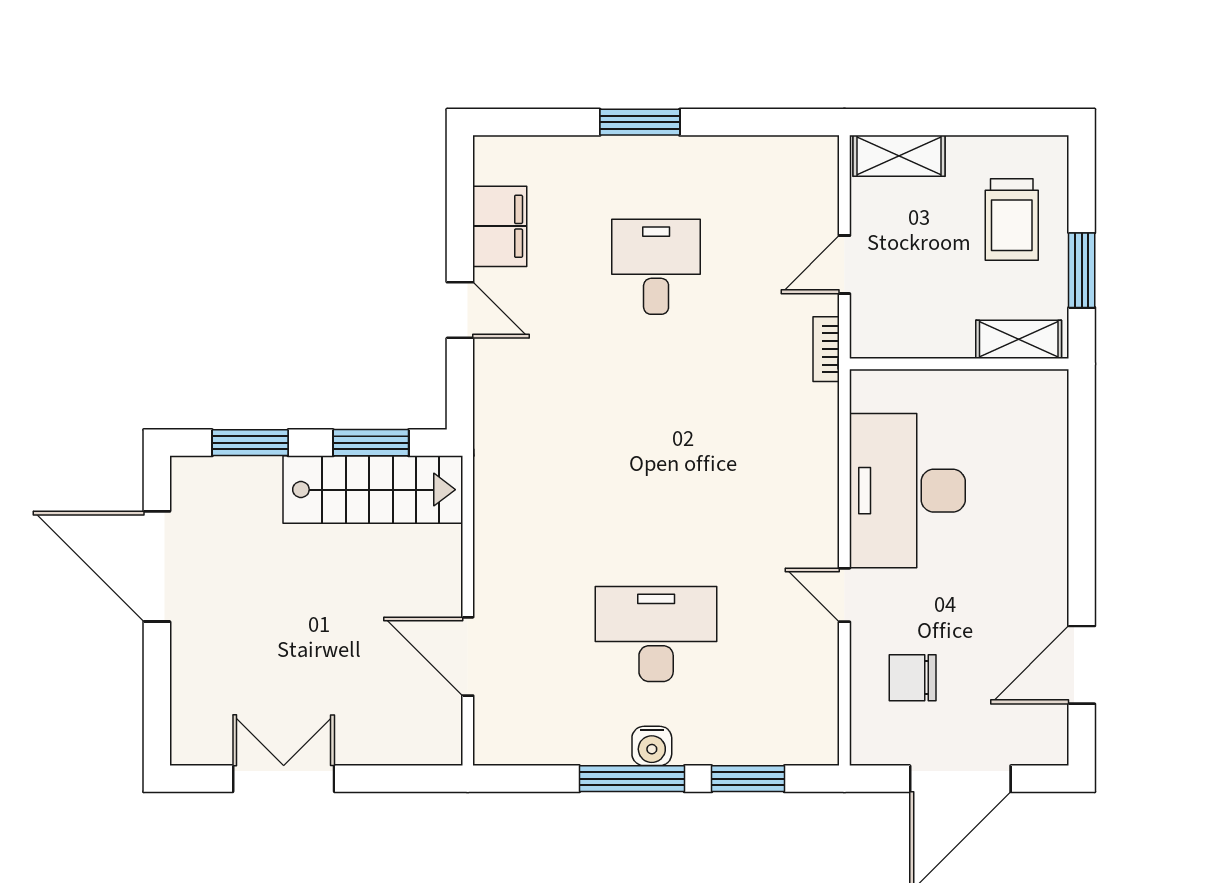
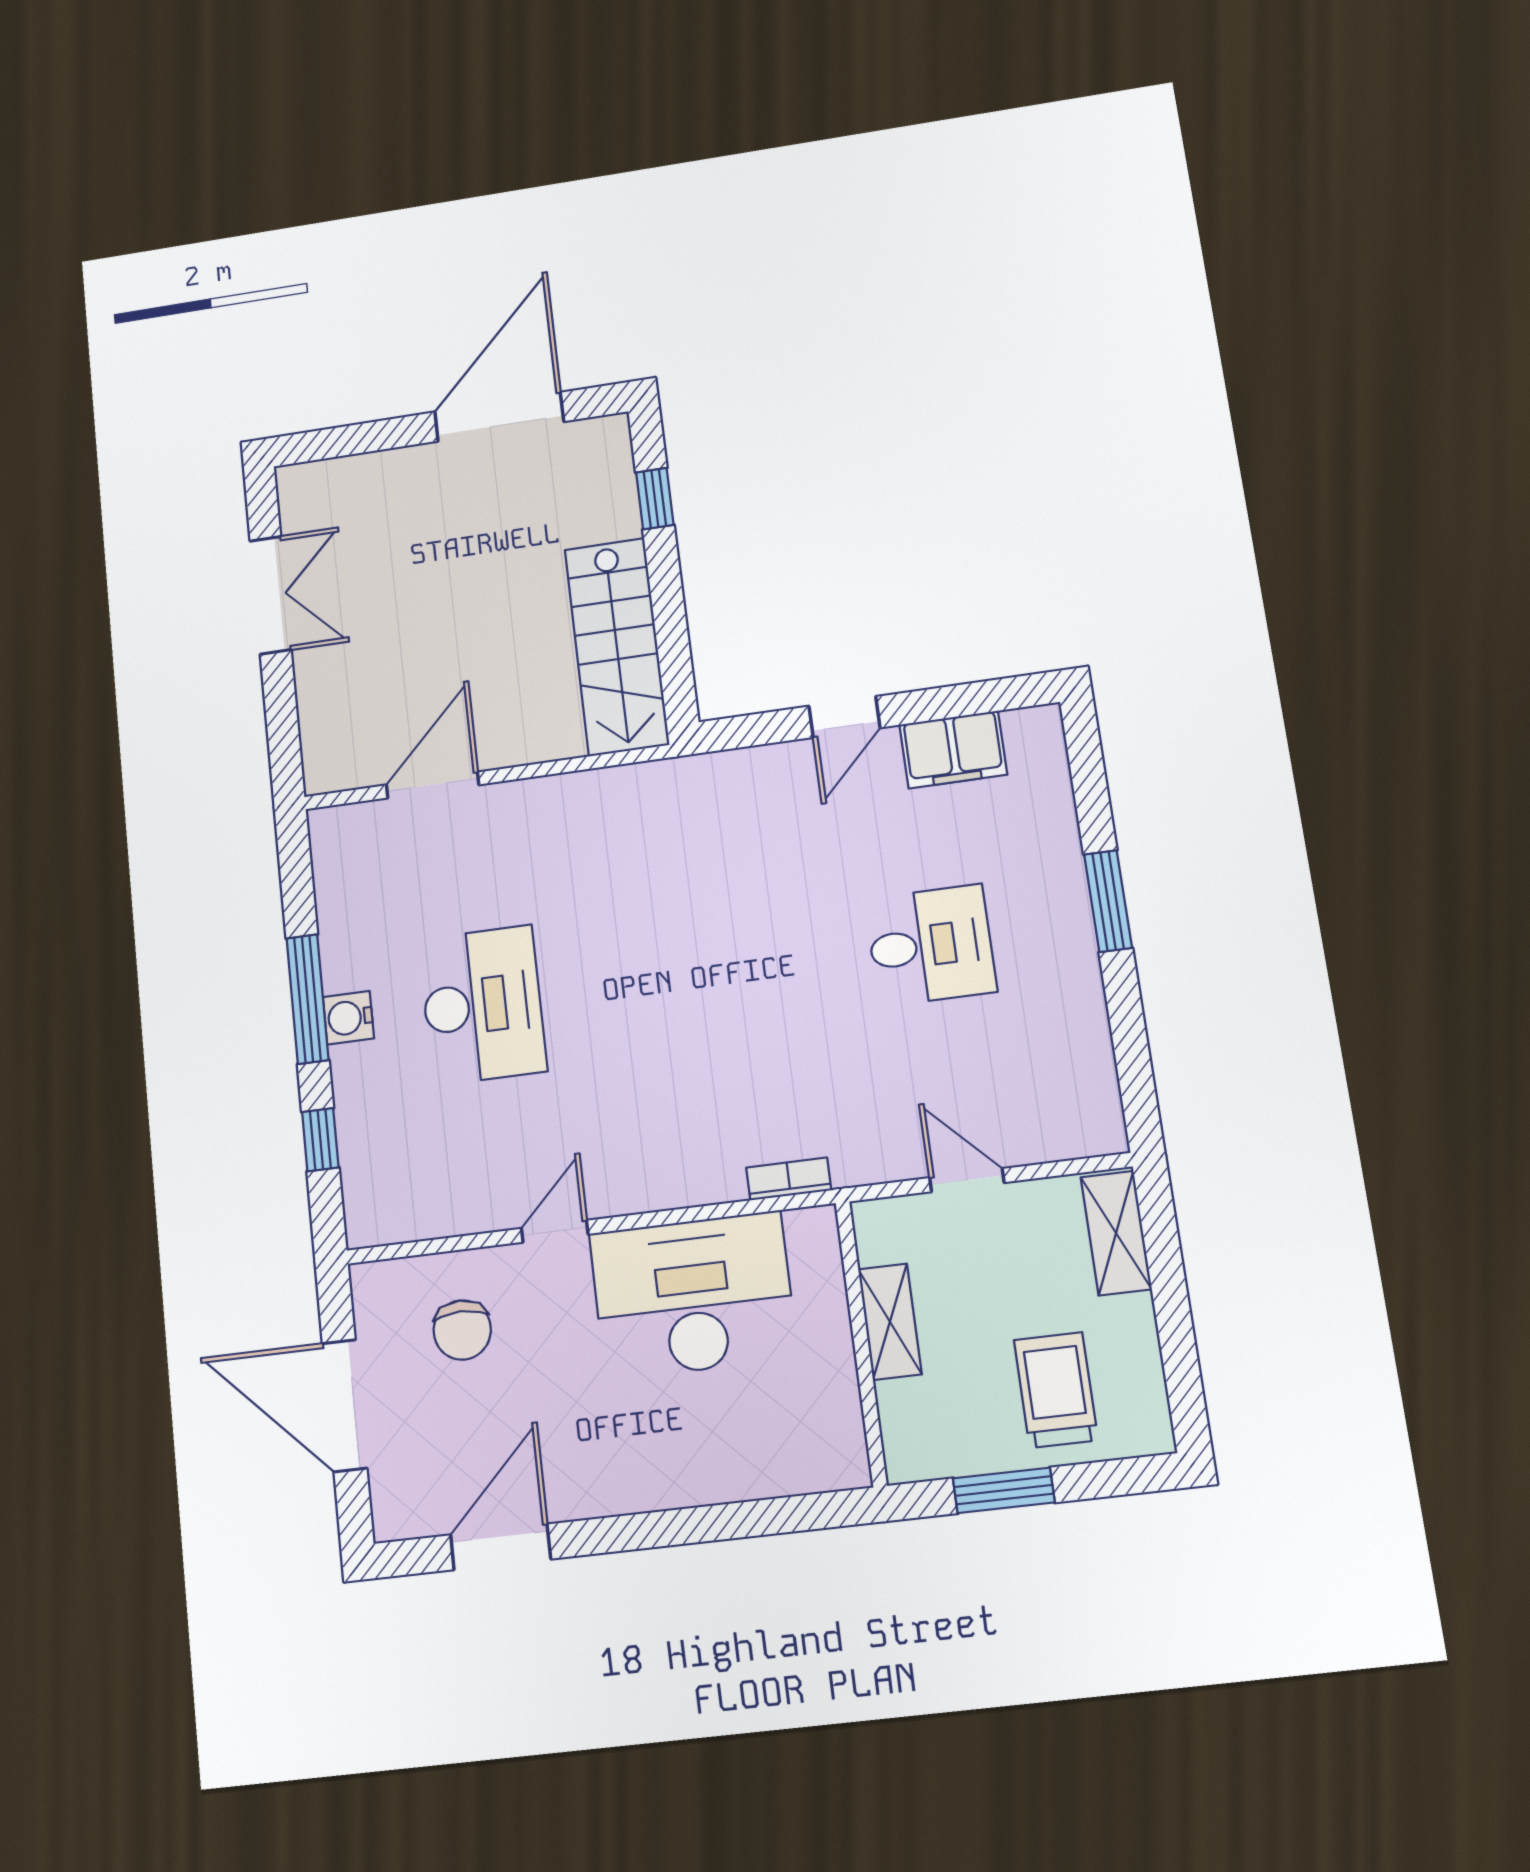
trolley: (1012, 220) -> (1056, 1390), turned 90
shelving: (1019, 339) -> (890, 1322), moved
bookcase: (826, 349) -> (789, 1179), moved
window: (250, 443) -> (655, 499), width x0.67
window: (371, 443) -> (672, 636), removed
door: (1082, 665) -> (501, 1547), hinge flipped
chair: (913, 678) -> (462, 1330), turned 180
window: (748, 779) -> (320, 1140), width x0.67

